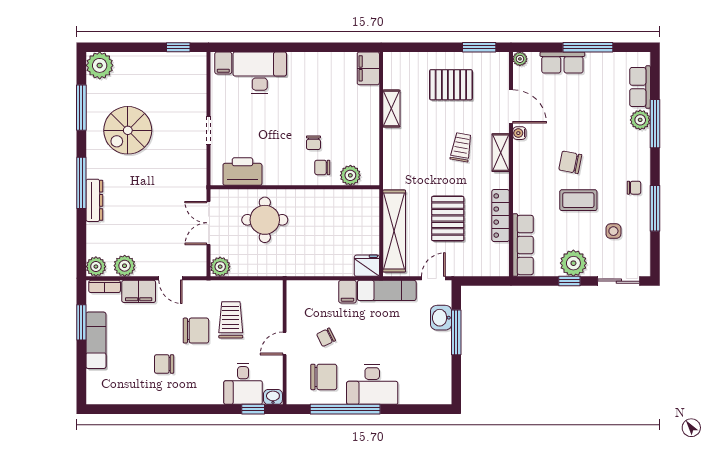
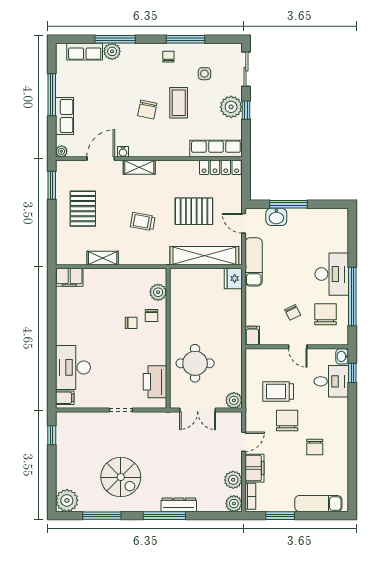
trolley: (461, 147) -> (143, 222), moved
locker: (501, 216) -> (220, 167), moved
filing cabinet: (347, 292) -> (252, 336), moved, turned -90
exam couch: (96, 340) -> (318, 504), moved

